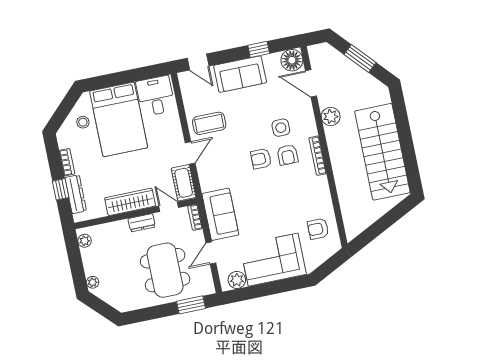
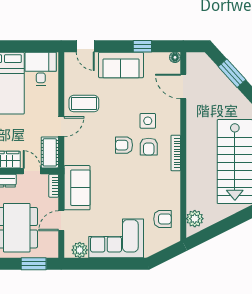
floor lamp: (292, 60) -> (175, 57), width x0.53, depth x0.53
plant: (331, 117) -> (195, 219), moved
armchair: (318, 229) -> (162, 219), turned 180

